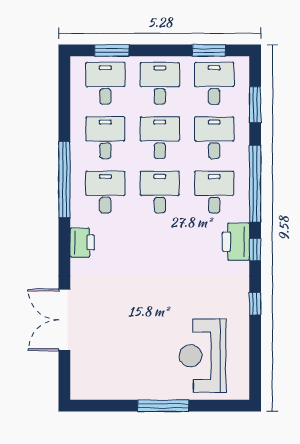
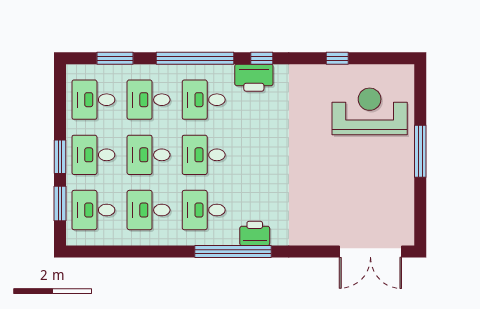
window: (209, 50) -> (60, 157), moved
window: (64, 180) -> (233, 252), moved
window: (255, 304) -> (337, 58), moved
double door: (64, 320) -> (370, 252), moved
reception desk: (203, 356) -> (370, 111), turned 180

